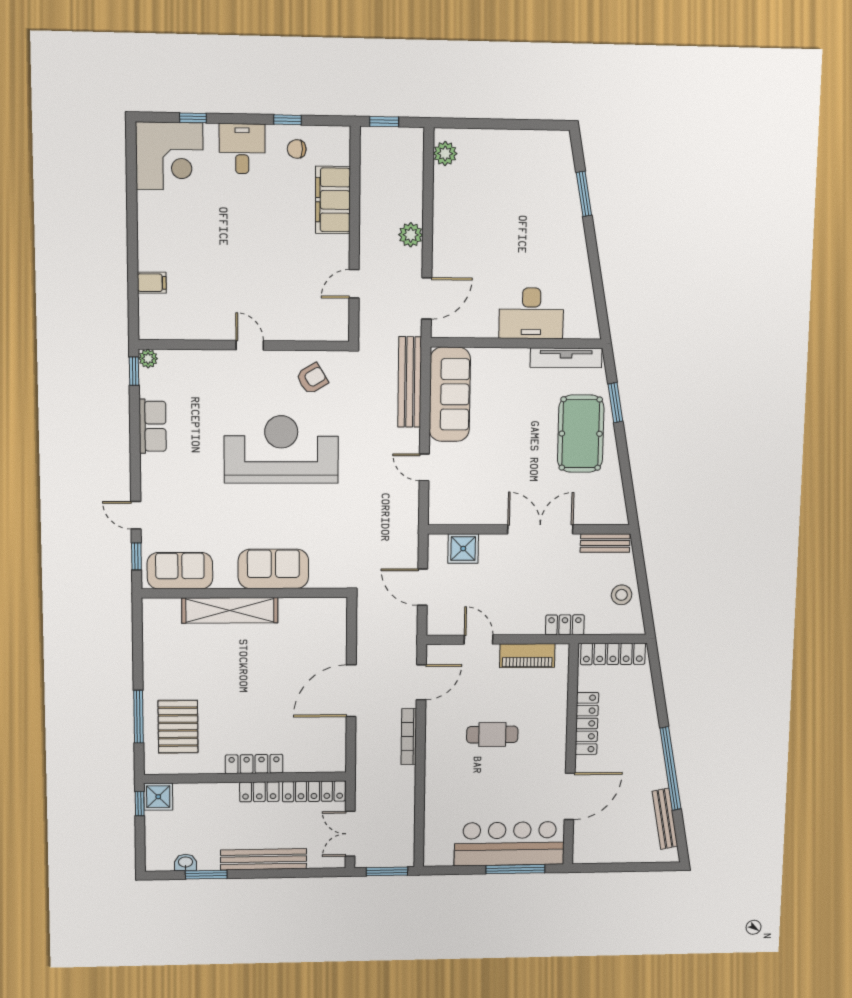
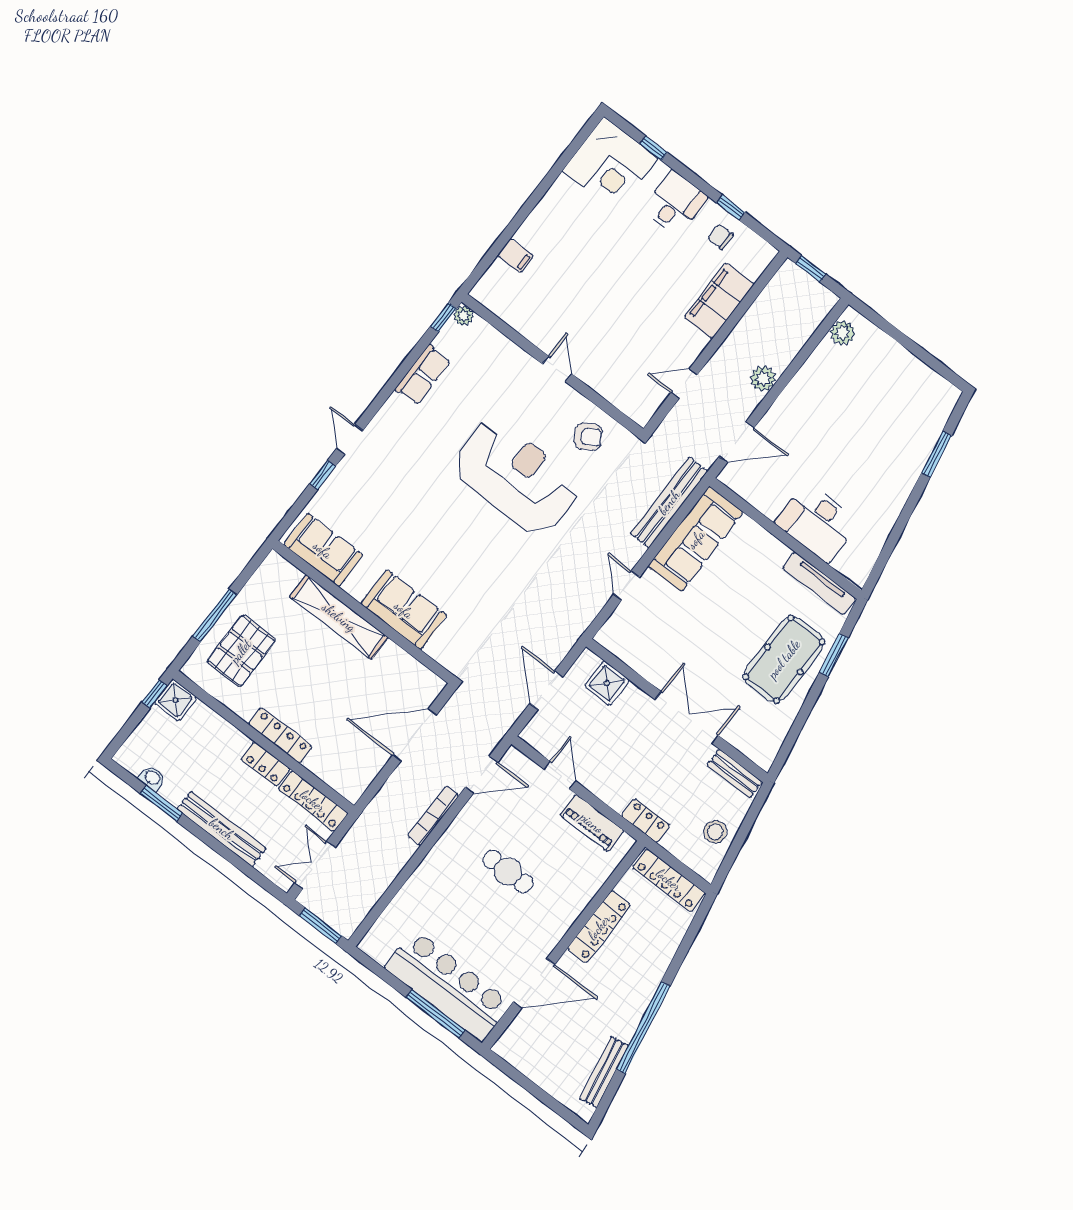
sofa: (273, 569) -> (404, 610), moved
sofa: (180, 571) -> (323, 550), moved
wall: (245, 593) -> (363, 612), moved
shelving: (230, 610) -> (339, 617), moved

